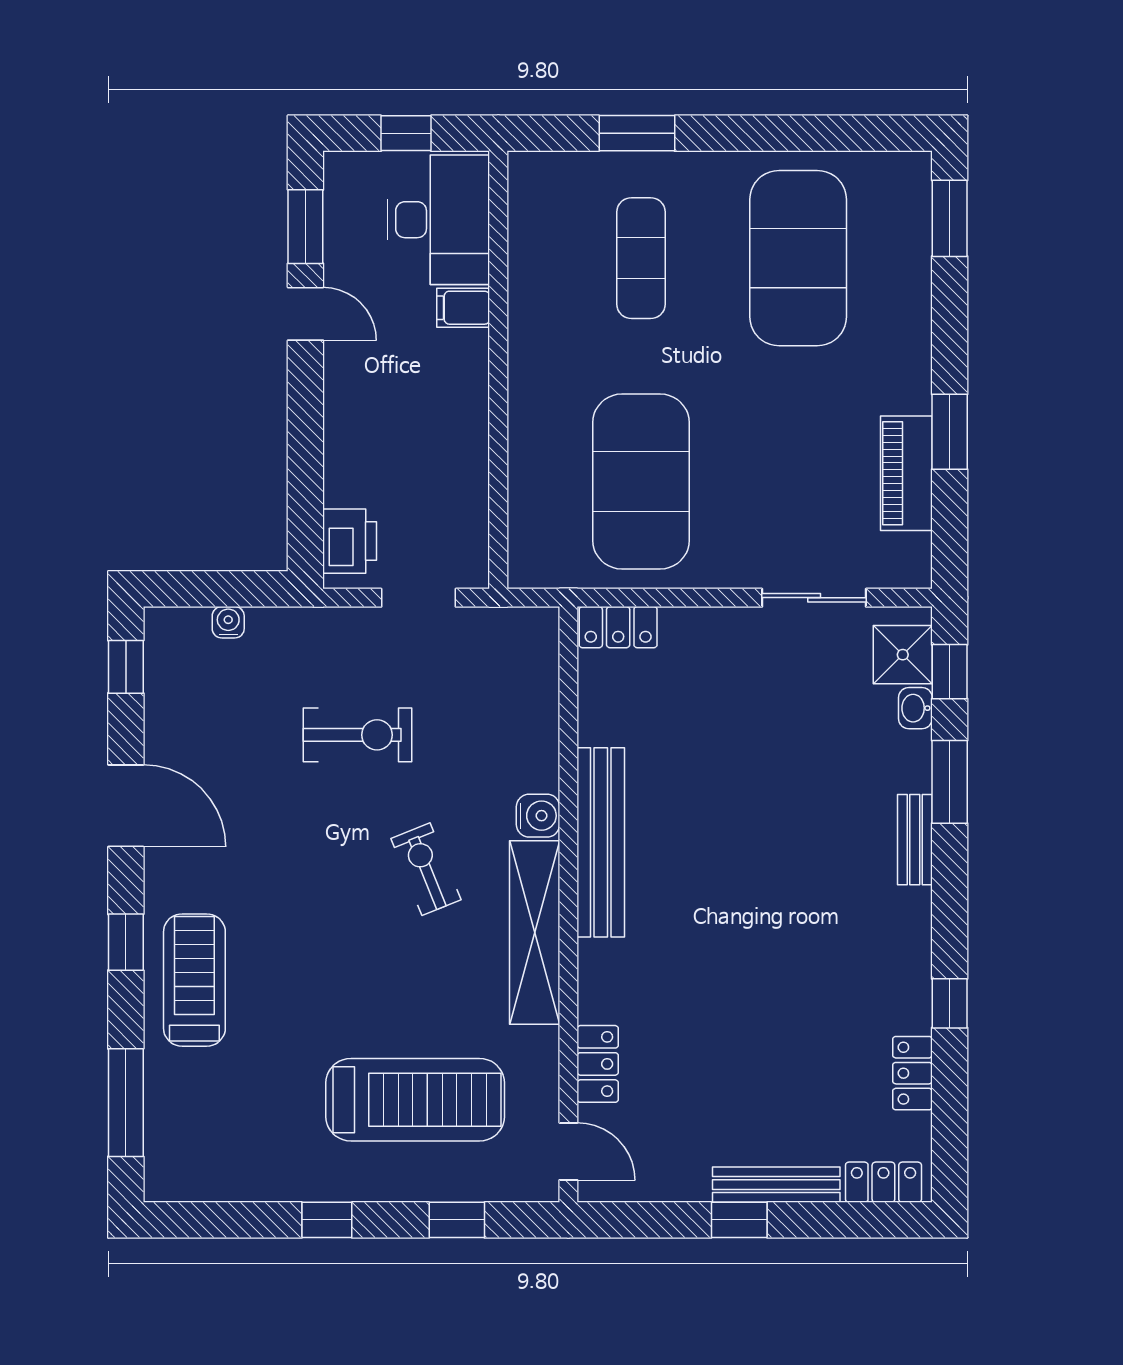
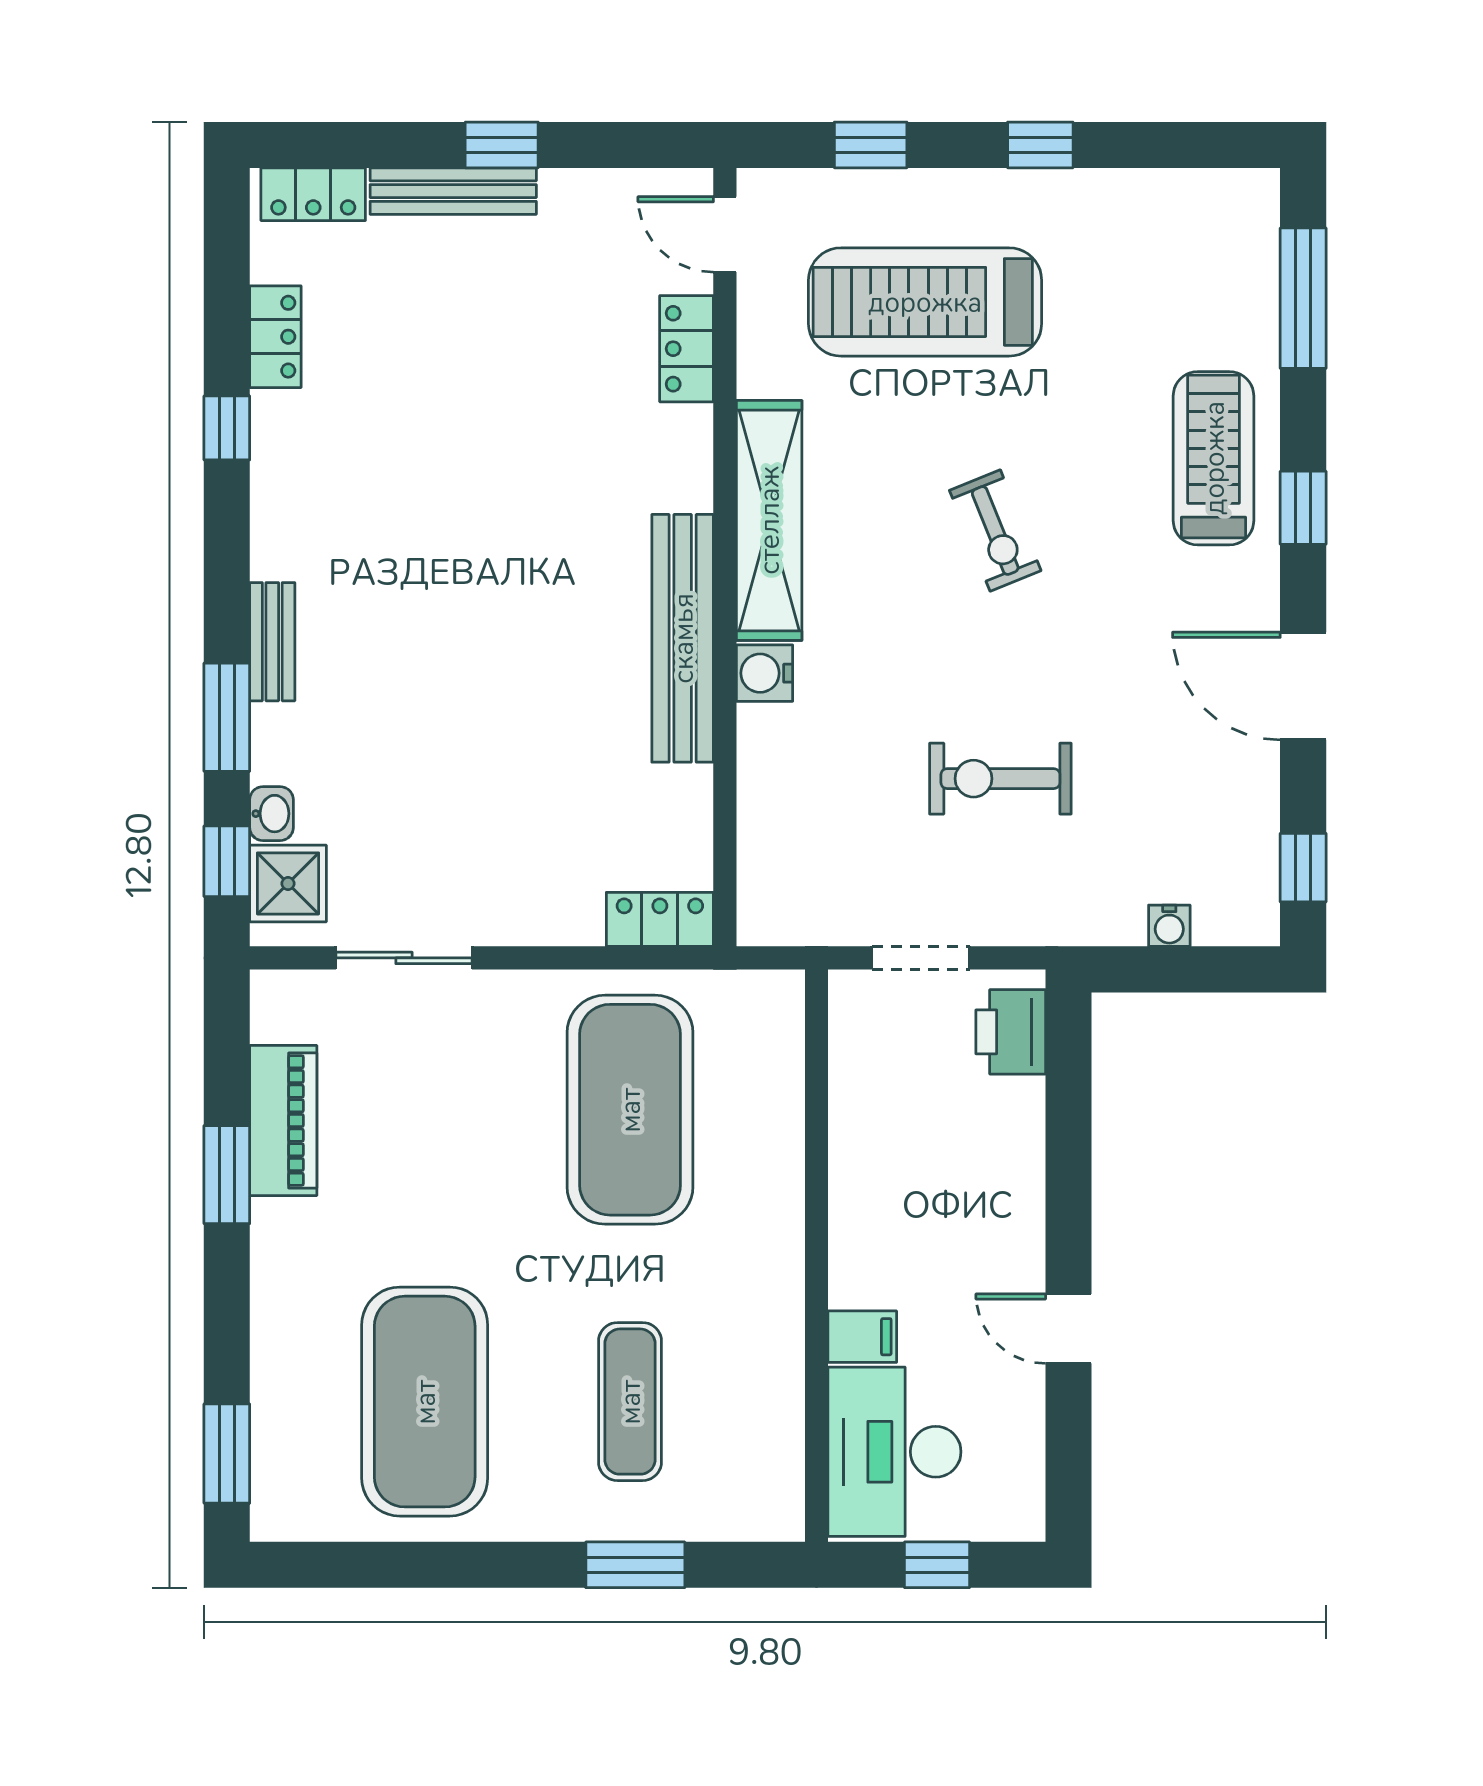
window: (305, 227) -> (1068, 1443), removed
exercise bike: (426, 869) -> (995, 531), moved
treadmill: (194, 980) -> (1214, 458), turned 180

